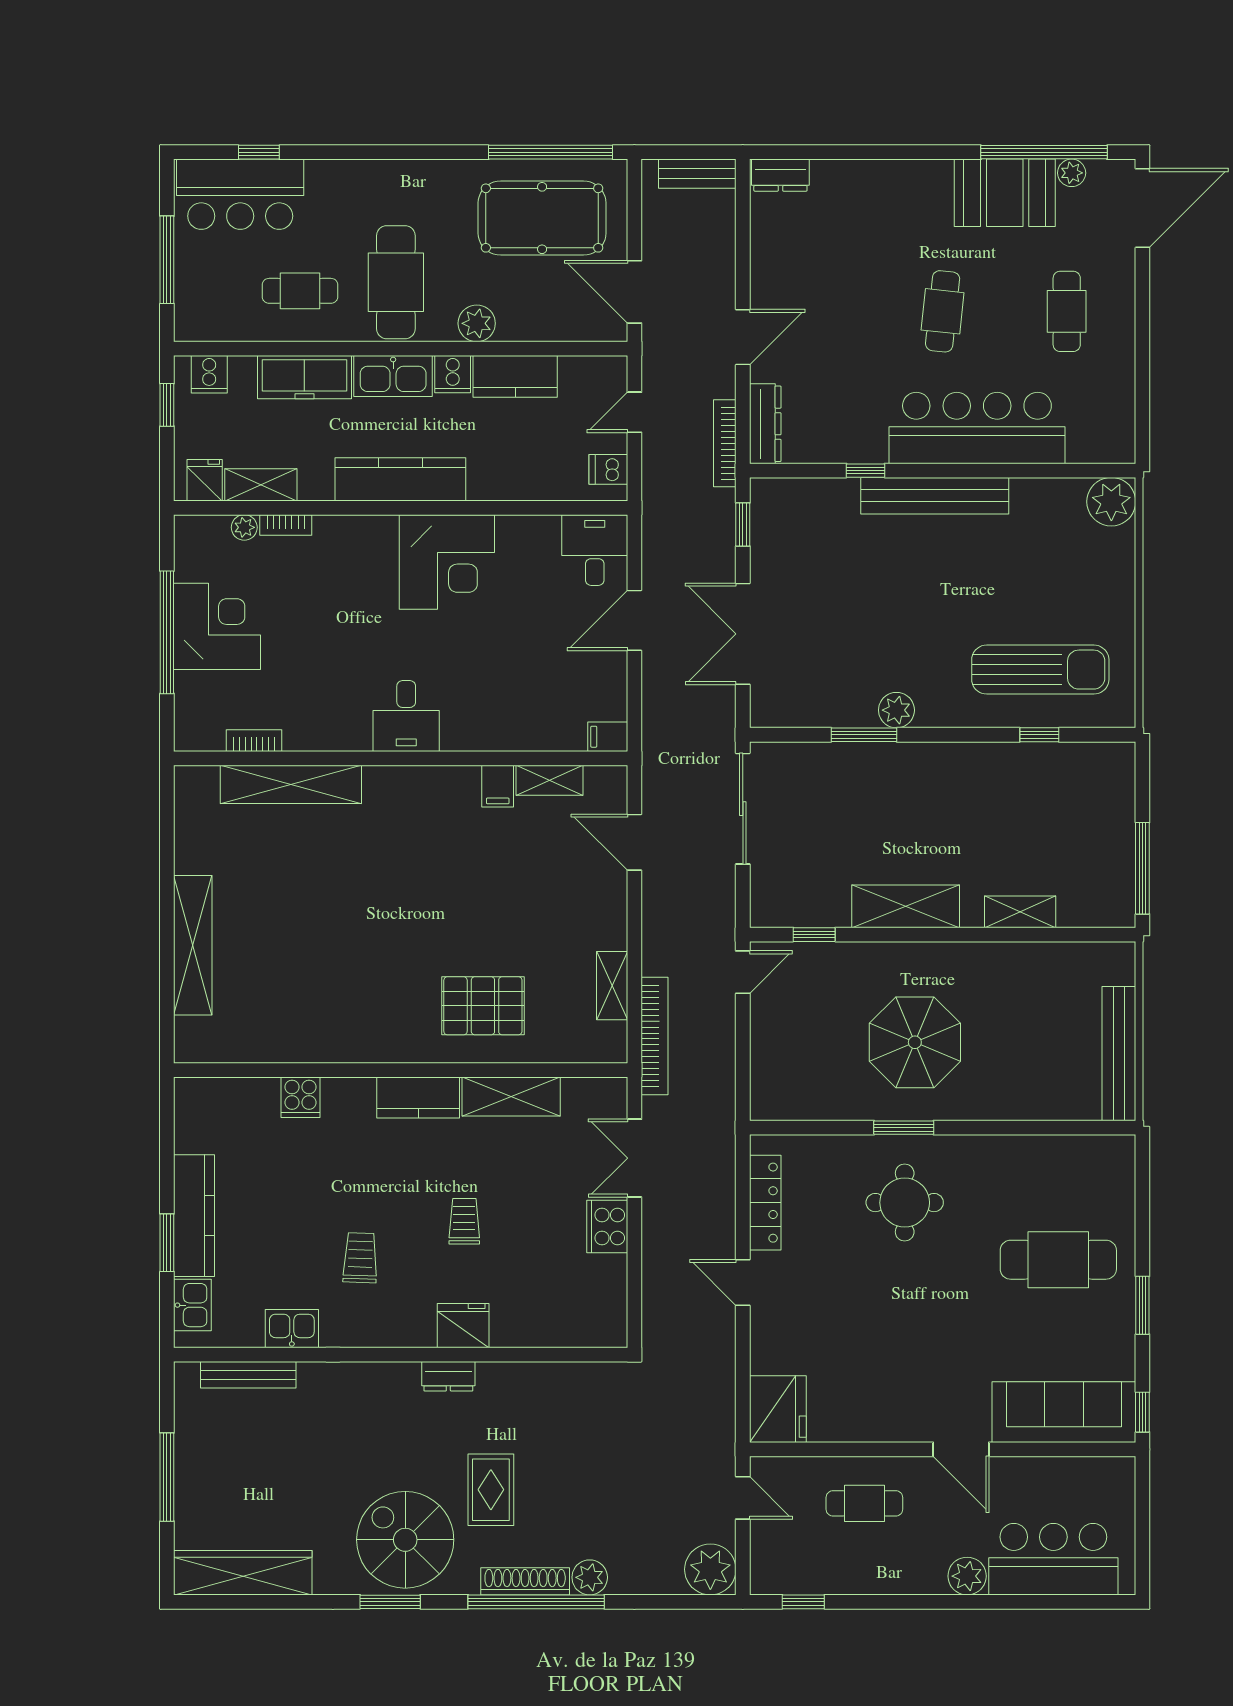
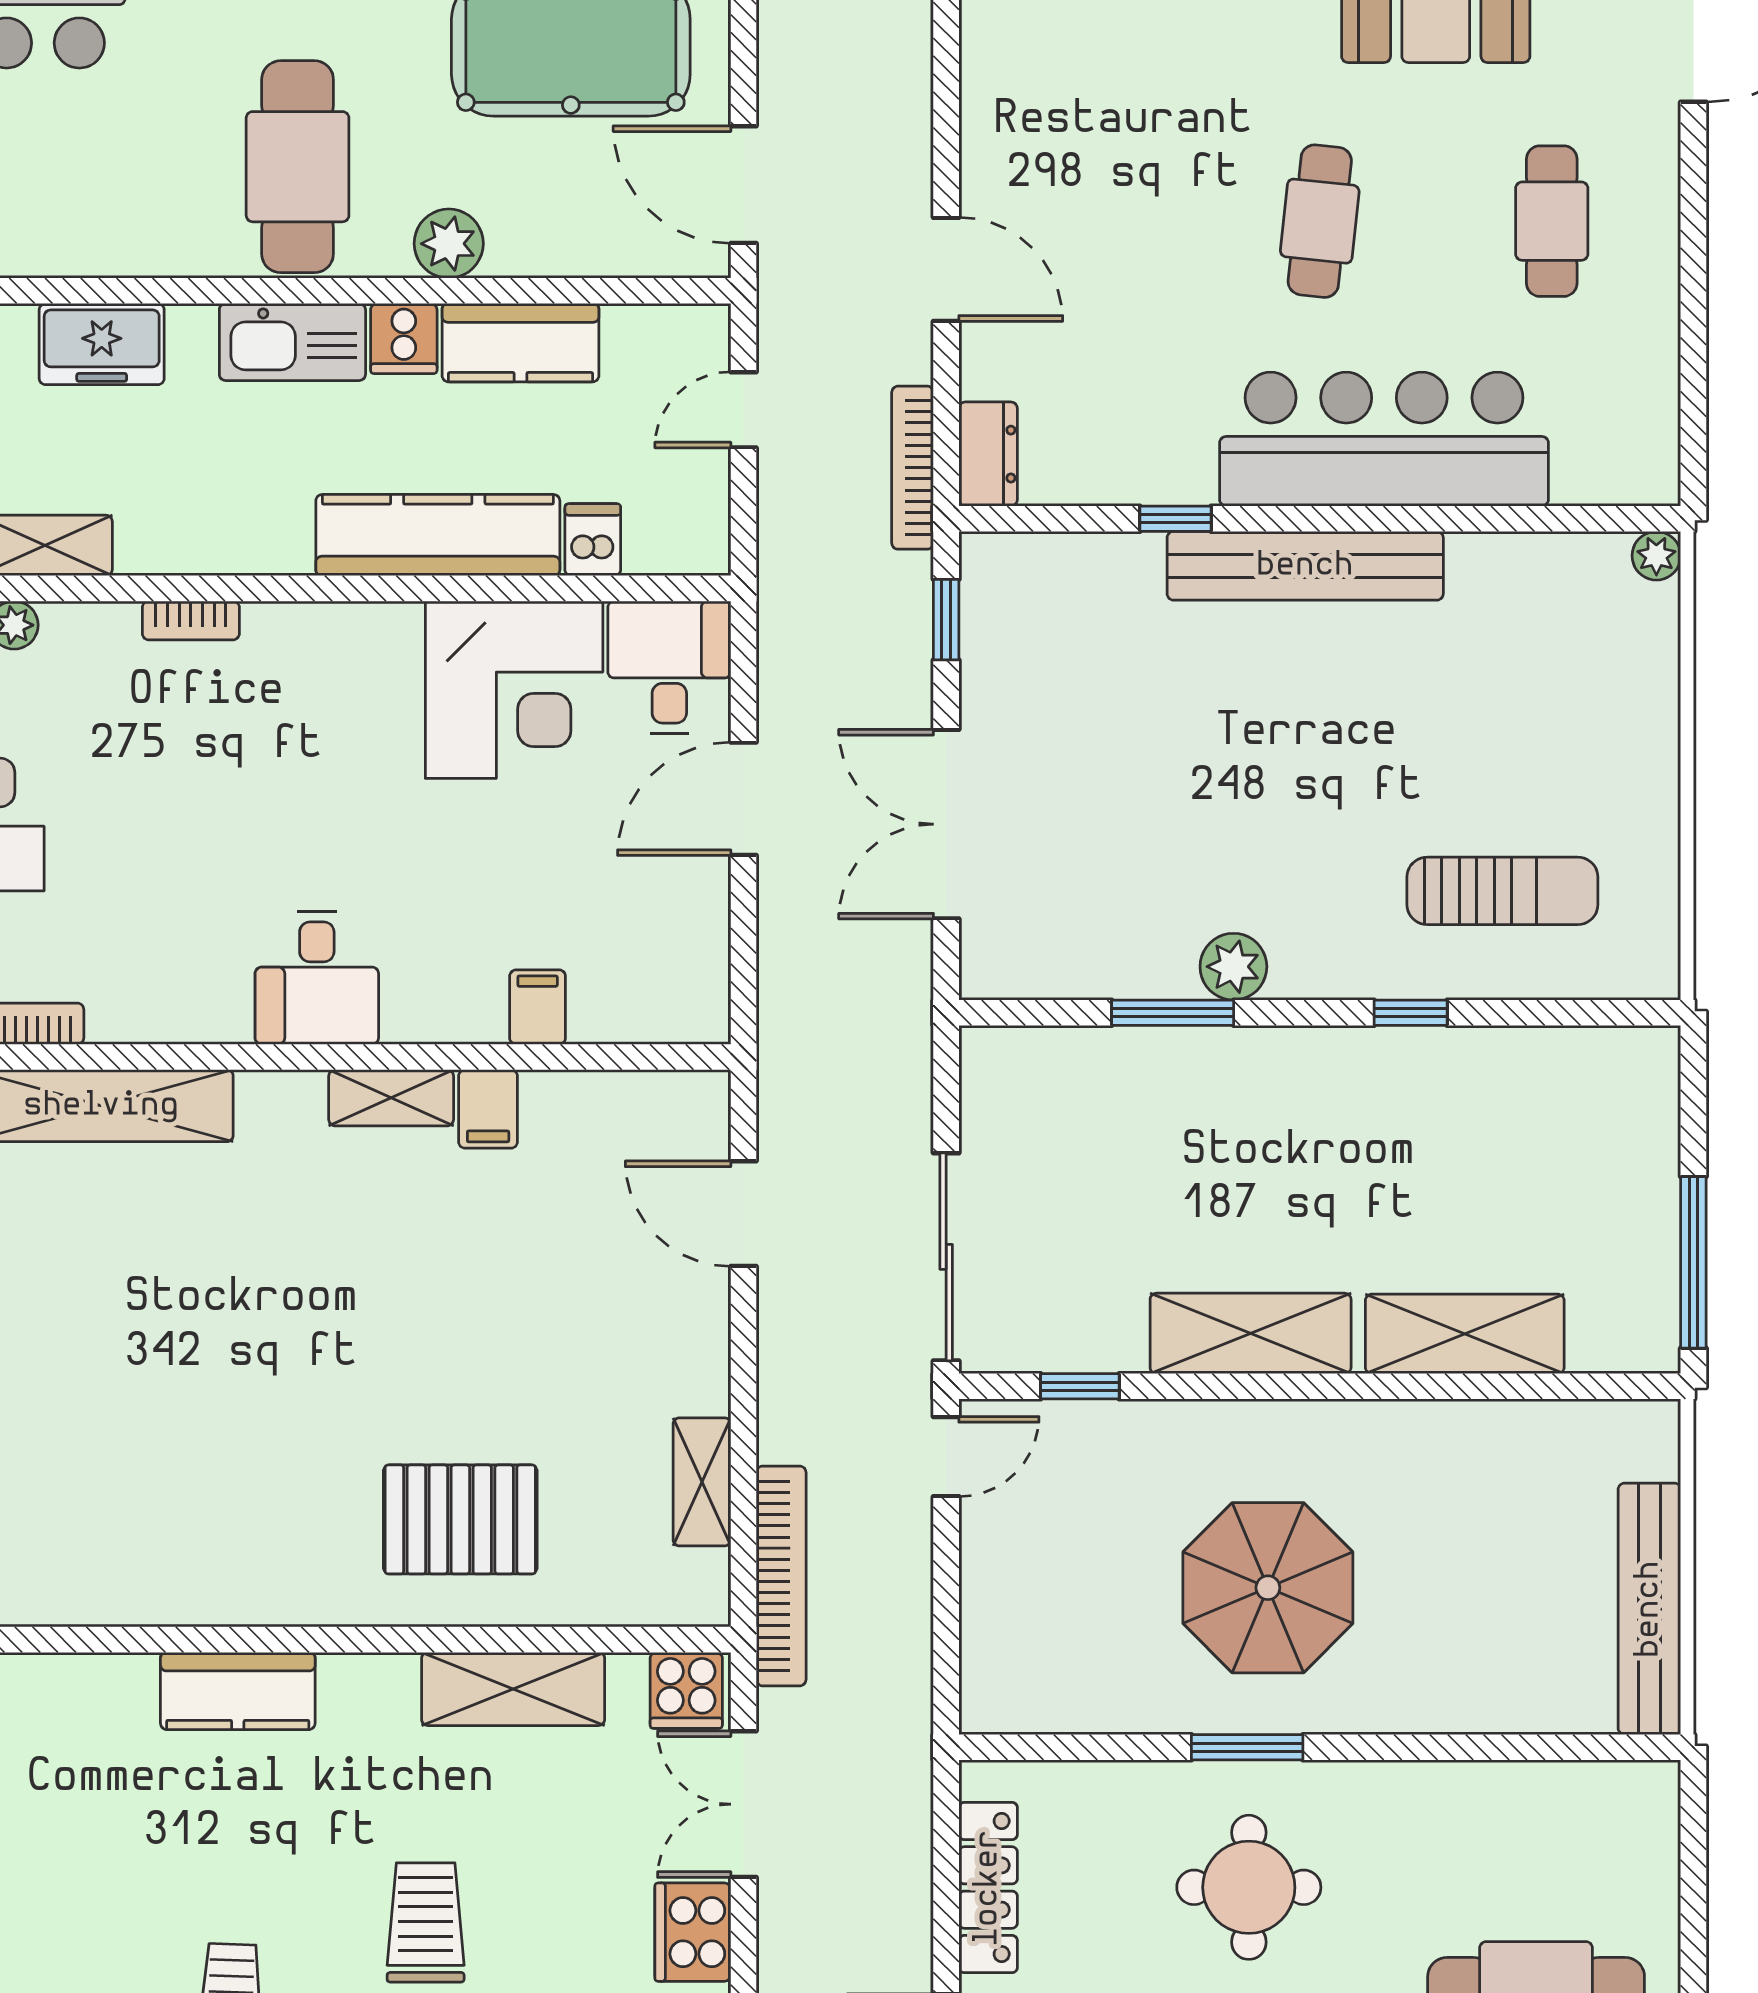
cafe table: (300, 291) -> (118, 183), removed
door: (743, 337) -> (946, 269), hinge flipped
freezer: (304, 377) -> (102, 344), width x0.71
dresser: (765, 424) -> (988, 454), width x0.70
dishwasher: (608, 469) -> (593, 540), moved, turned 90
kitchen counter: (400, 479) -> (438, 535), moved
plant: (1111, 502) -> (1656, 556), width x0.53, depth x0.53
bookcase: (286, 525) -> (191, 620), moved
corner desk: (447, 562) -> (514, 690), moved
sun lounger: (1040, 670) -> (1502, 891), width x0.73, depth x0.75
window: (1039, 735) -> (1411, 1013), moved
filing cabinet: (608, 737) -> (538, 1007), moved, turned 90
shelving: (550, 780) -> (391, 1098), moved
sliding door: (743, 809) -> (946, 1257), moved
shelving: (1020, 912) -> (1465, 1334), width x1.50, depth x1.33
cooker: (301, 1097) -> (686, 1690), moved
kitchen counter: (418, 1097) -> (238, 1691), moved
trolley: (464, 1221) -> (426, 1922), width x1.36, depth x1.39

